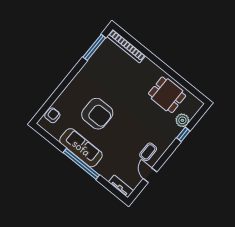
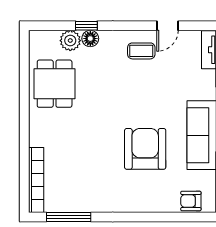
floor lamp: (175, 131) -> (90, 39), added

